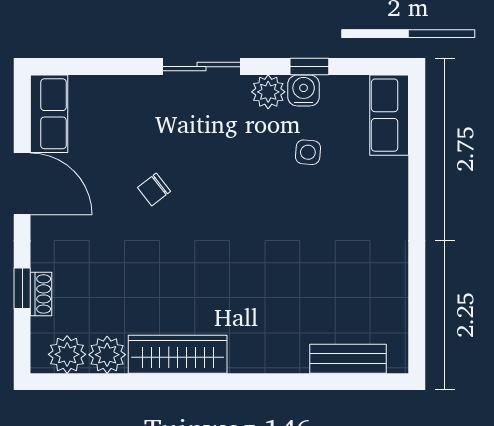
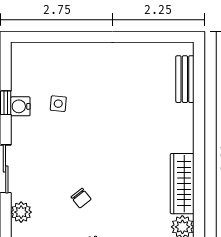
plant: (268, 92) -> (21, 212), moved
row of seats: (389, 115) -> (35, 54), removed

